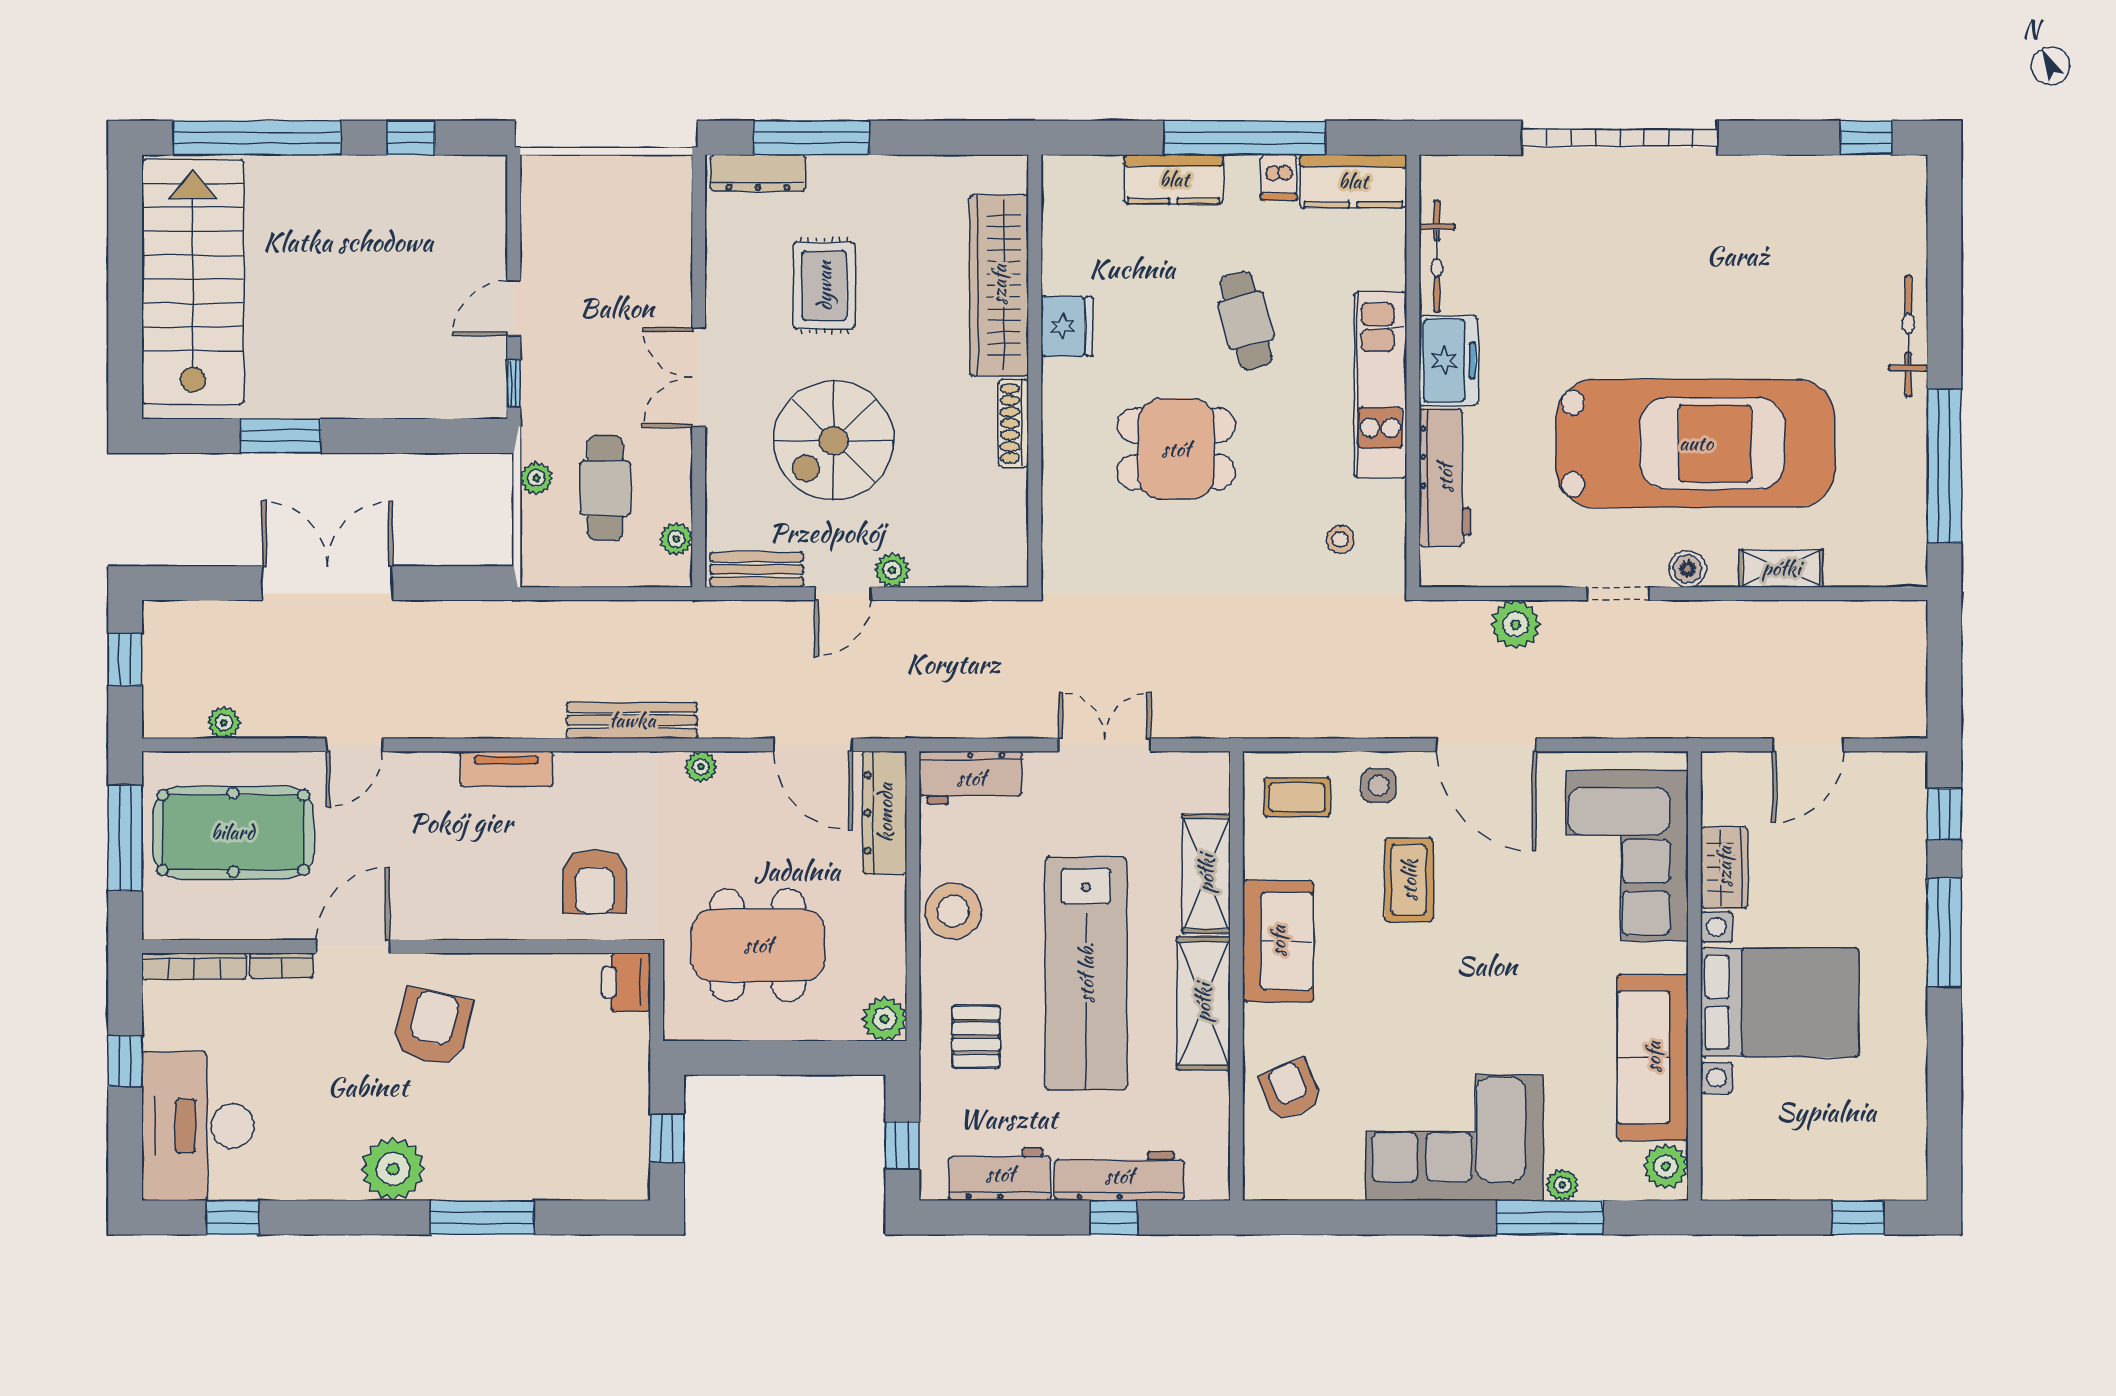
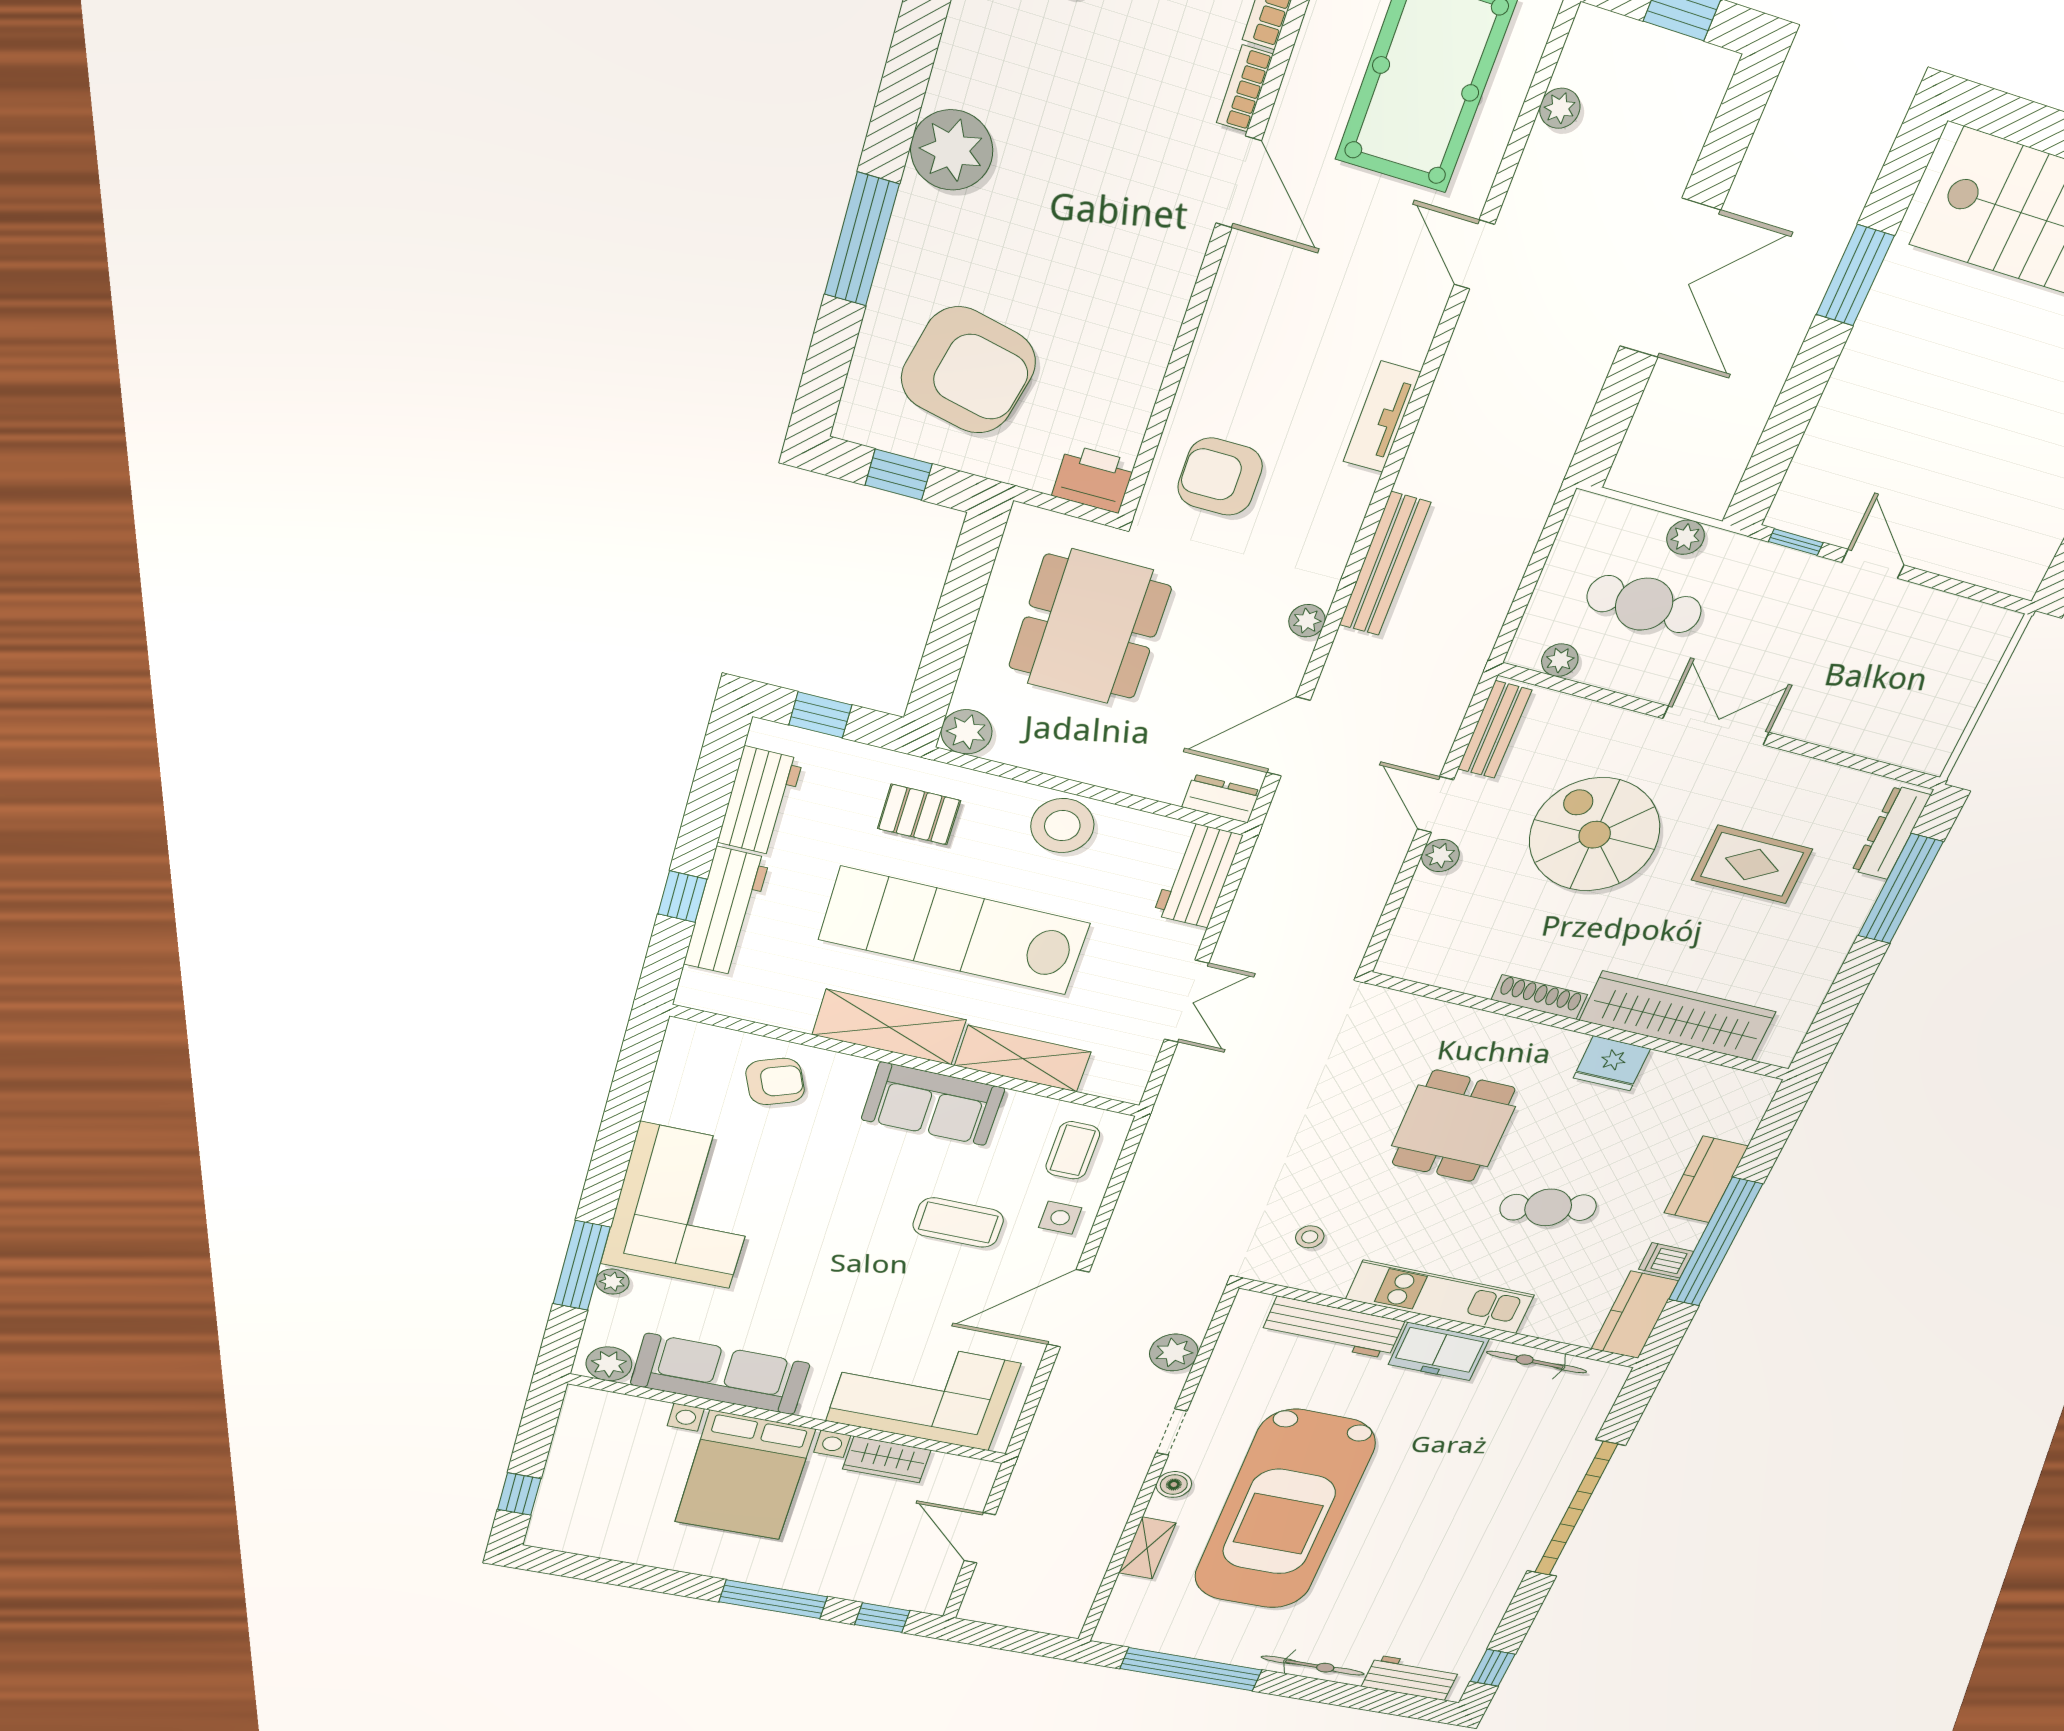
workbench: (1902, 222) -> (1411, 1678), added
dresser: (885, 813) -> (1221, 799), width x0.51, depth x0.80
armchair: (432, 1027) -> (968, 370), moved, width x1.36, depth x1.36

